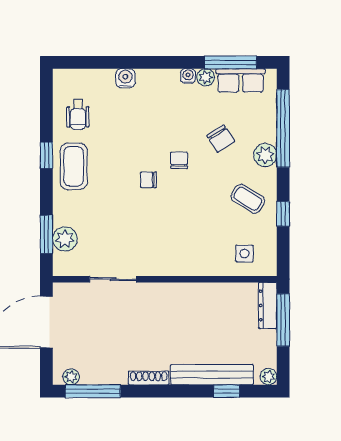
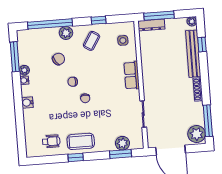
water cooler: (125, 78) -> (27, 103), moved
row of seats: (241, 80) -> (132, 75), moved, turned 180
plant: (71, 377) -> (197, 134), width x1.88, depth x1.88

